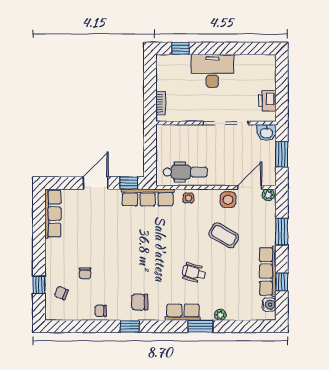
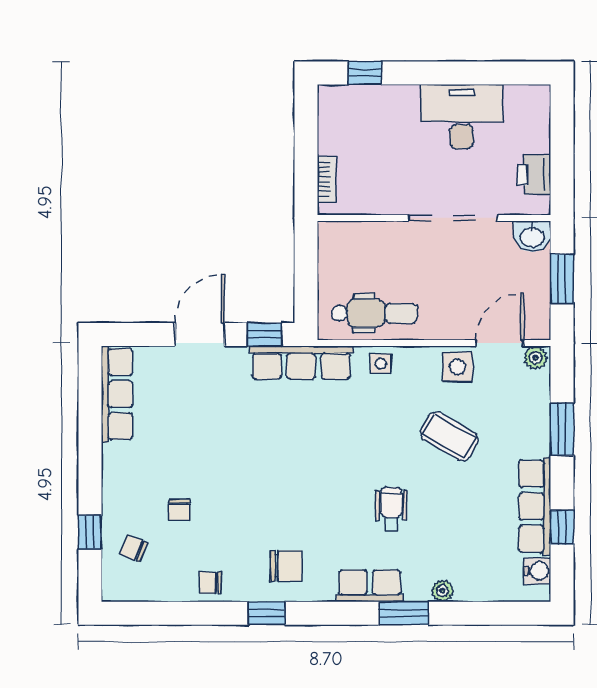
desk: (212, 71) -> (462, 117), moved
wheelchair: (194, 273) -> (391, 509), turned 75
chair: (140, 302) -> (286, 566), turned 180

